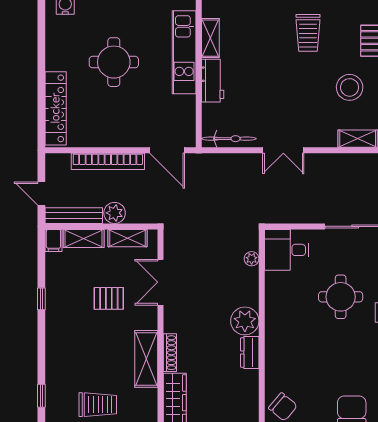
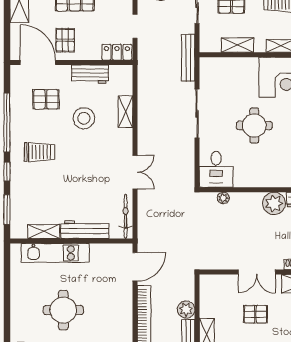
workbench: (213, 81) -> (85, 230), width x1.37
shelving: (127, 238) -> (206, 299), removed
double door: (161, 282) -> (257, 272), moved
pallet: (109, 298) -> (256, 314), turned 90

